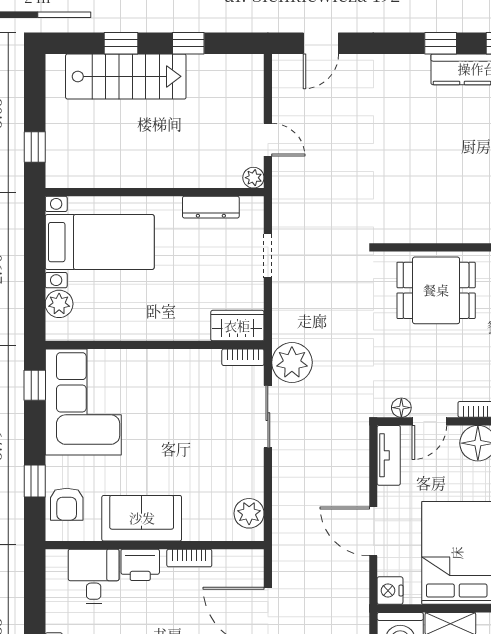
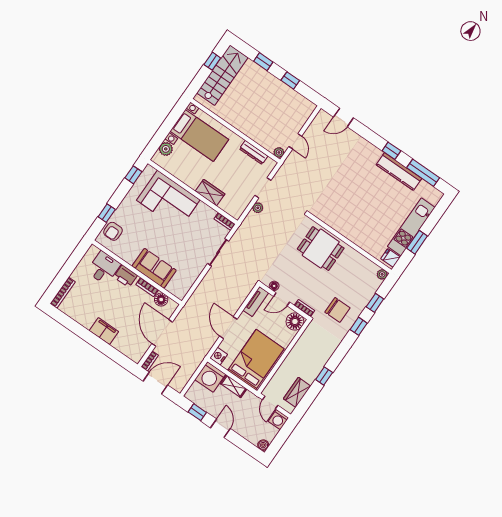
stairs: (126, 76) -> (222, 75), moved, turned -90
window: (35, 147) -> (212, 61), moved
wardrobe: (237, 326) -> (210, 193), moved
plant: (292, 363) -> (258, 208), moved, width x0.53, depth x0.53
corner sofa: (83, 402) -> (168, 200), moved, turned 90
plant: (249, 513) -> (184, 286), removed
sofa: (142, 518) -> (154, 268), moved
floor lamp: (227, 563) -> (161, 300), added

